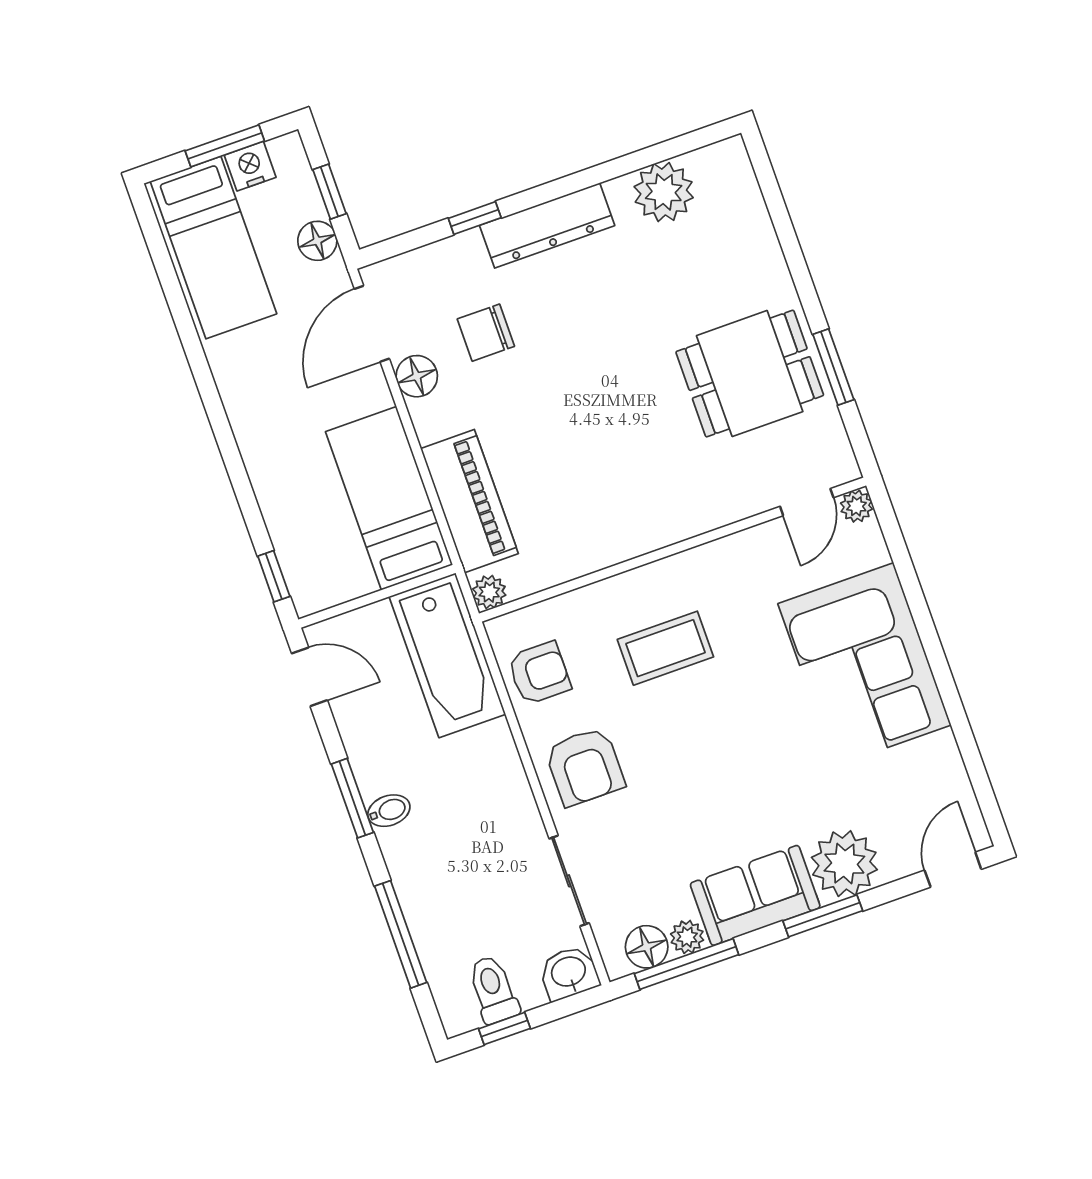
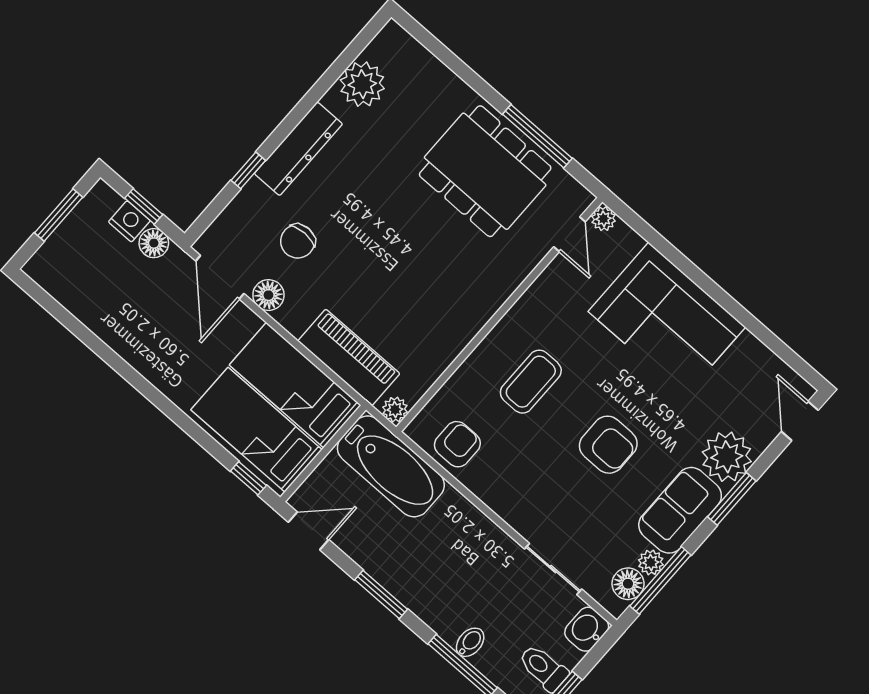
nightstand: (250, 166) -> (129, 221), moved, turned 90
bed: (213, 248) -> (256, 430), moved, turned 180
window: (833, 367) -> (537, 136), width x1.44
dining table: (750, 374) -> (485, 171), width x1.38
armchair: (585, 767) -> (608, 445), moved
bidet: (389, 811) -> (470, 642), moved

